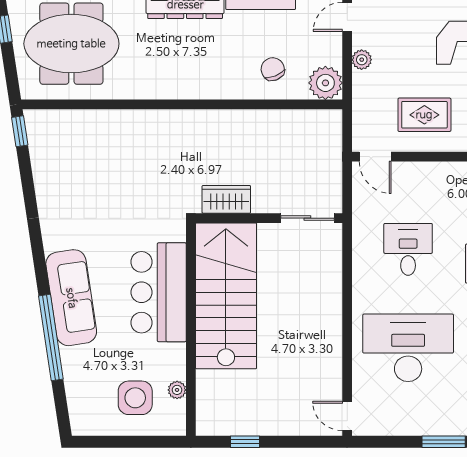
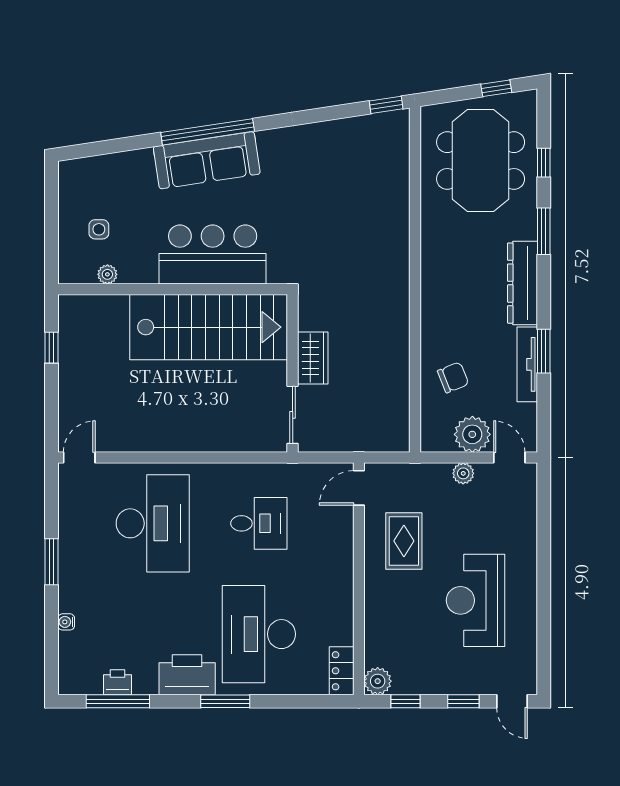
plant: (325, 83) -> (472, 434), moved
wardrobe: (226, 199) -> (313, 358), moved
window: (51, 338) -> (208, 132), moved
side table: (135, 398) -> (99, 229), width x0.54, depth x0.54

